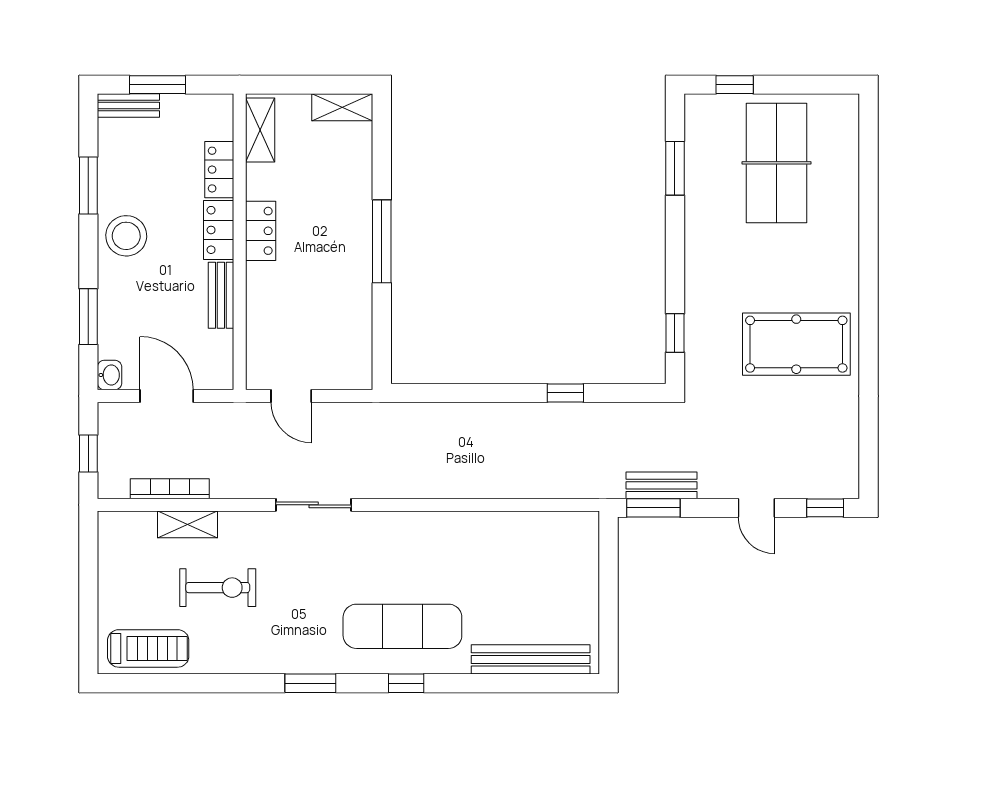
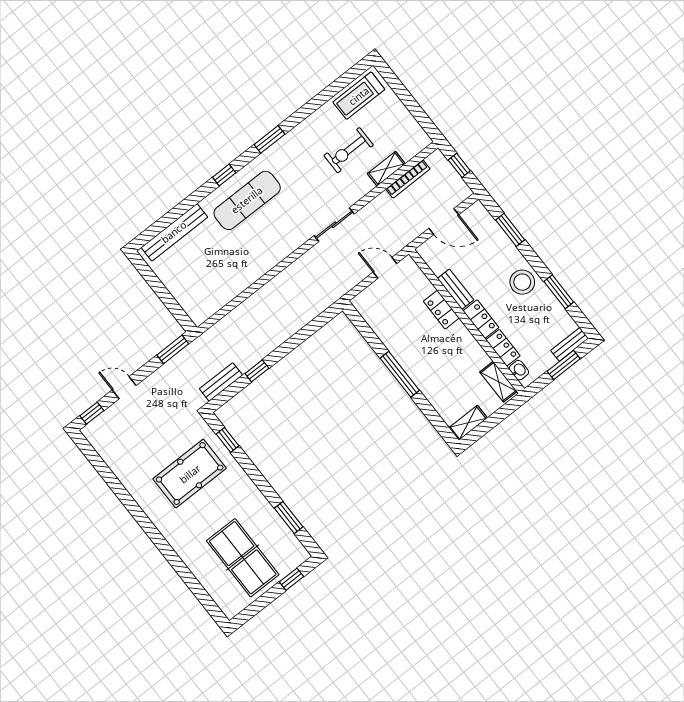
locker: (261, 231) -> (441, 310), moved
pool table: (796, 344) -> (190, 474), moved
washbasin: (110, 375) -> (519, 370), moved, turned 180
bench: (661, 485) -> (221, 382), moved

